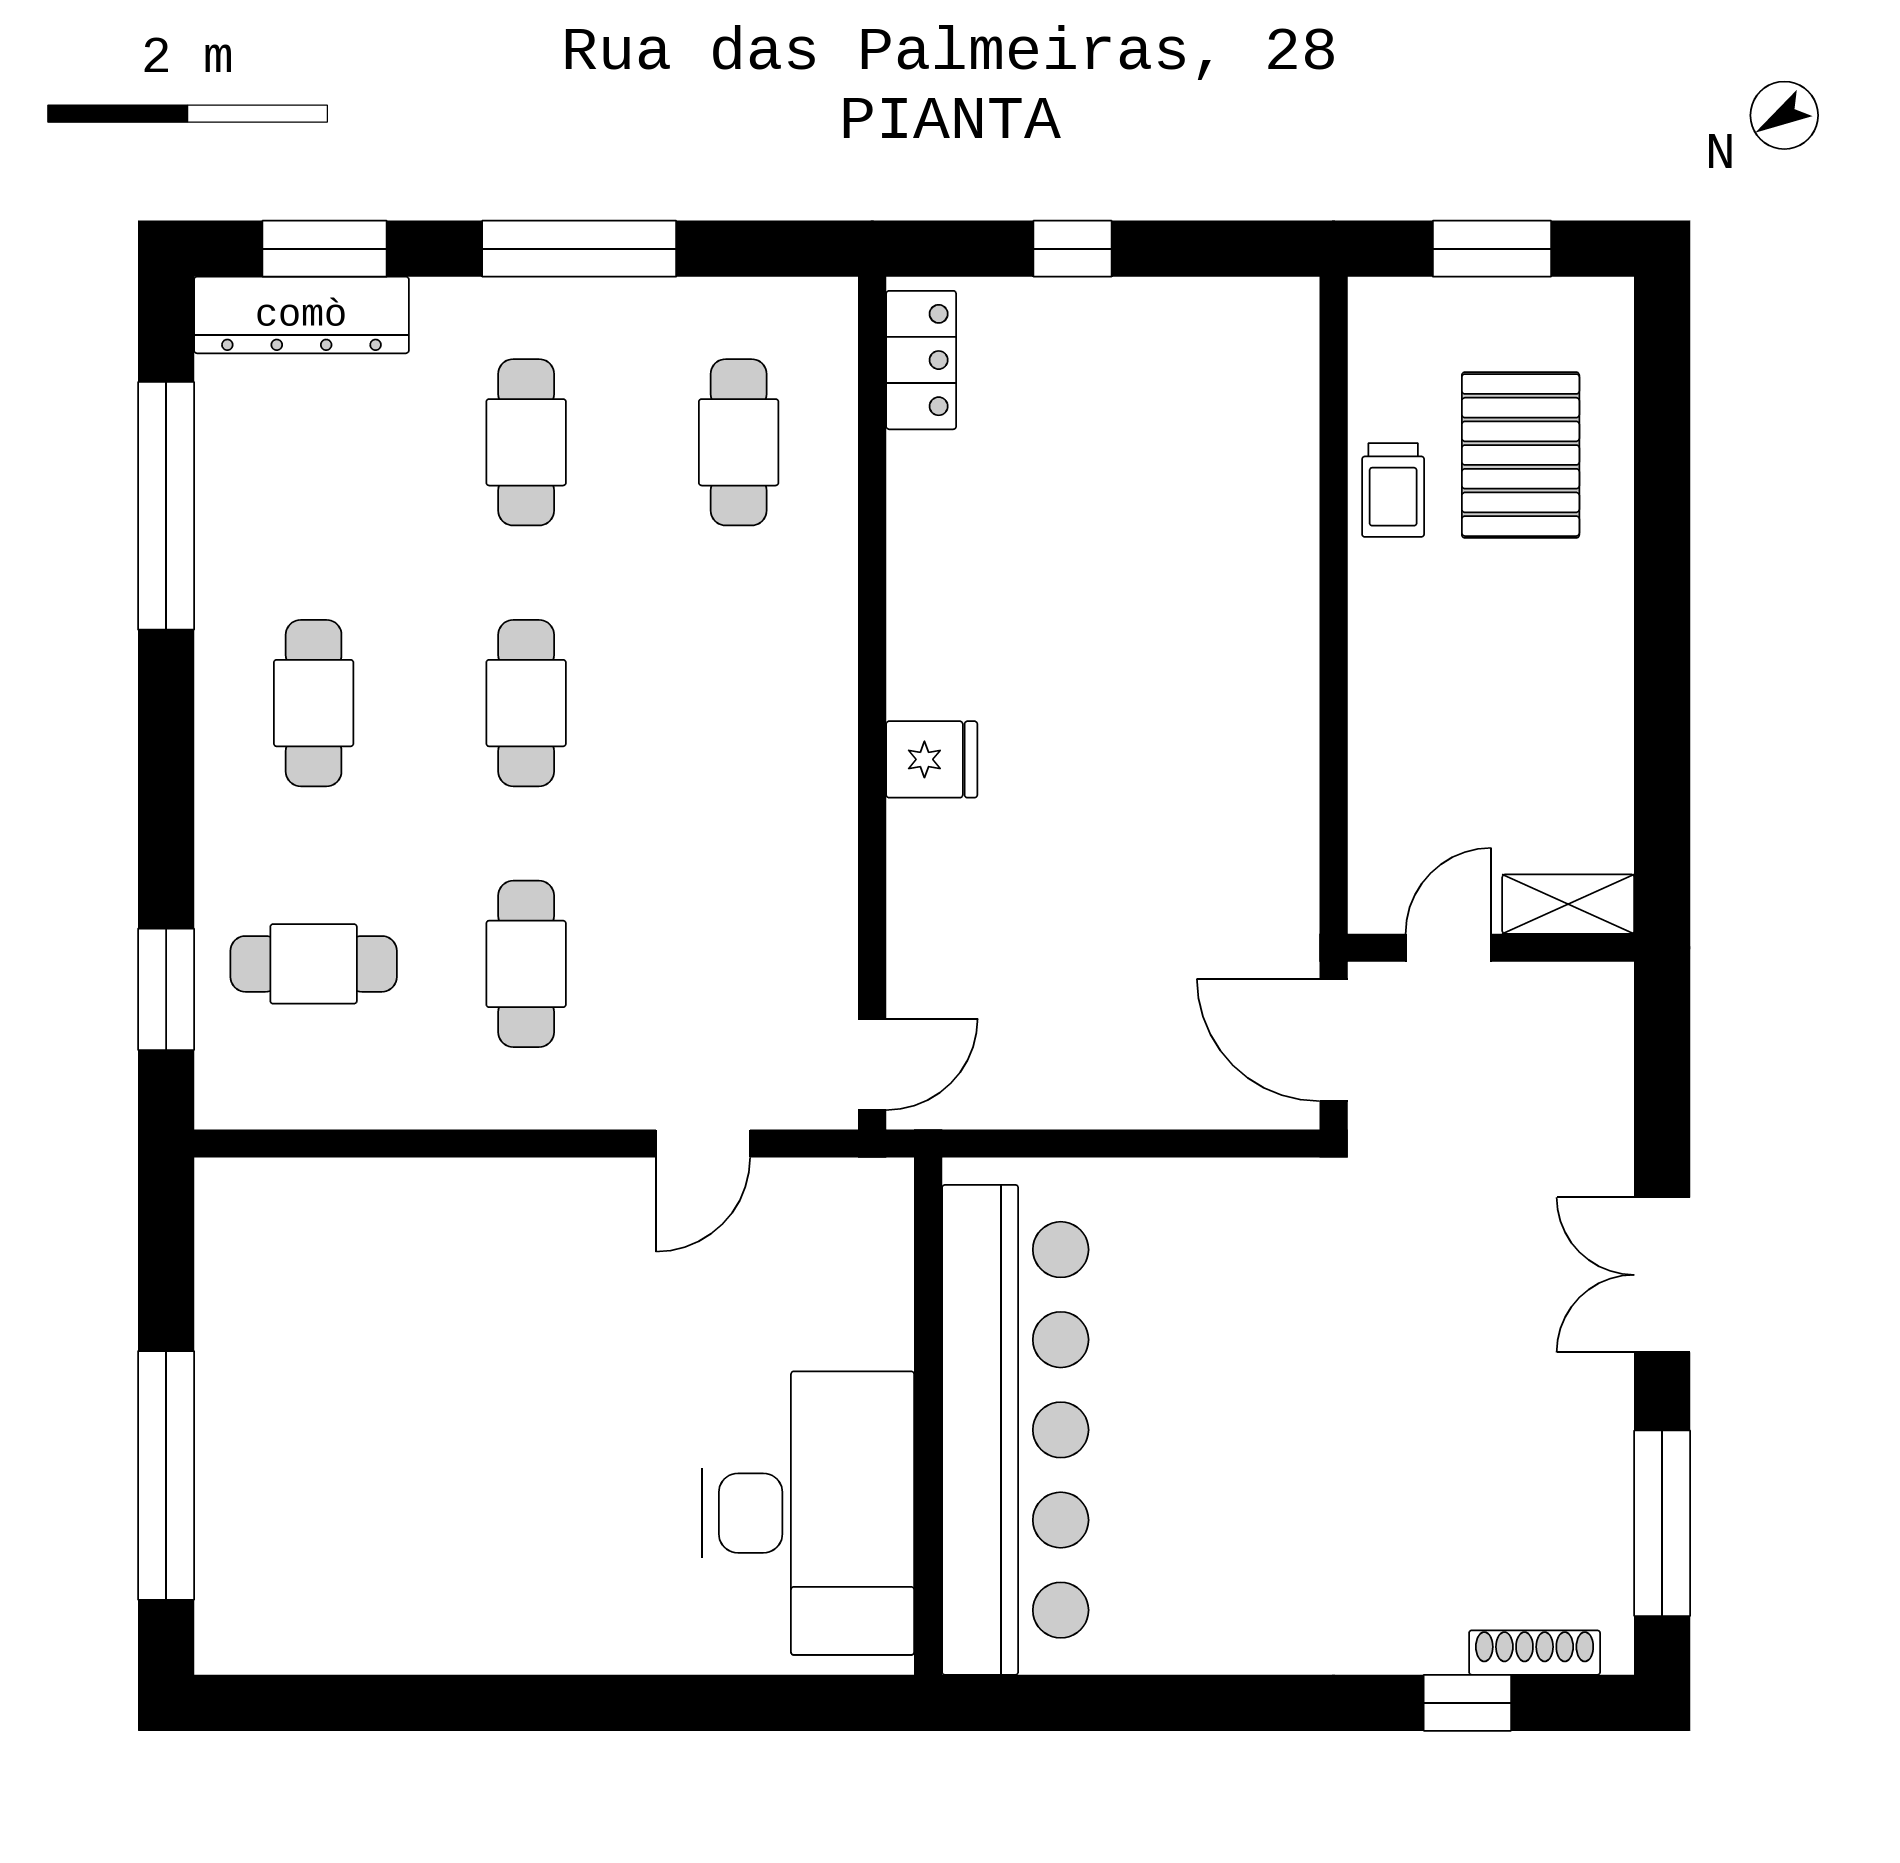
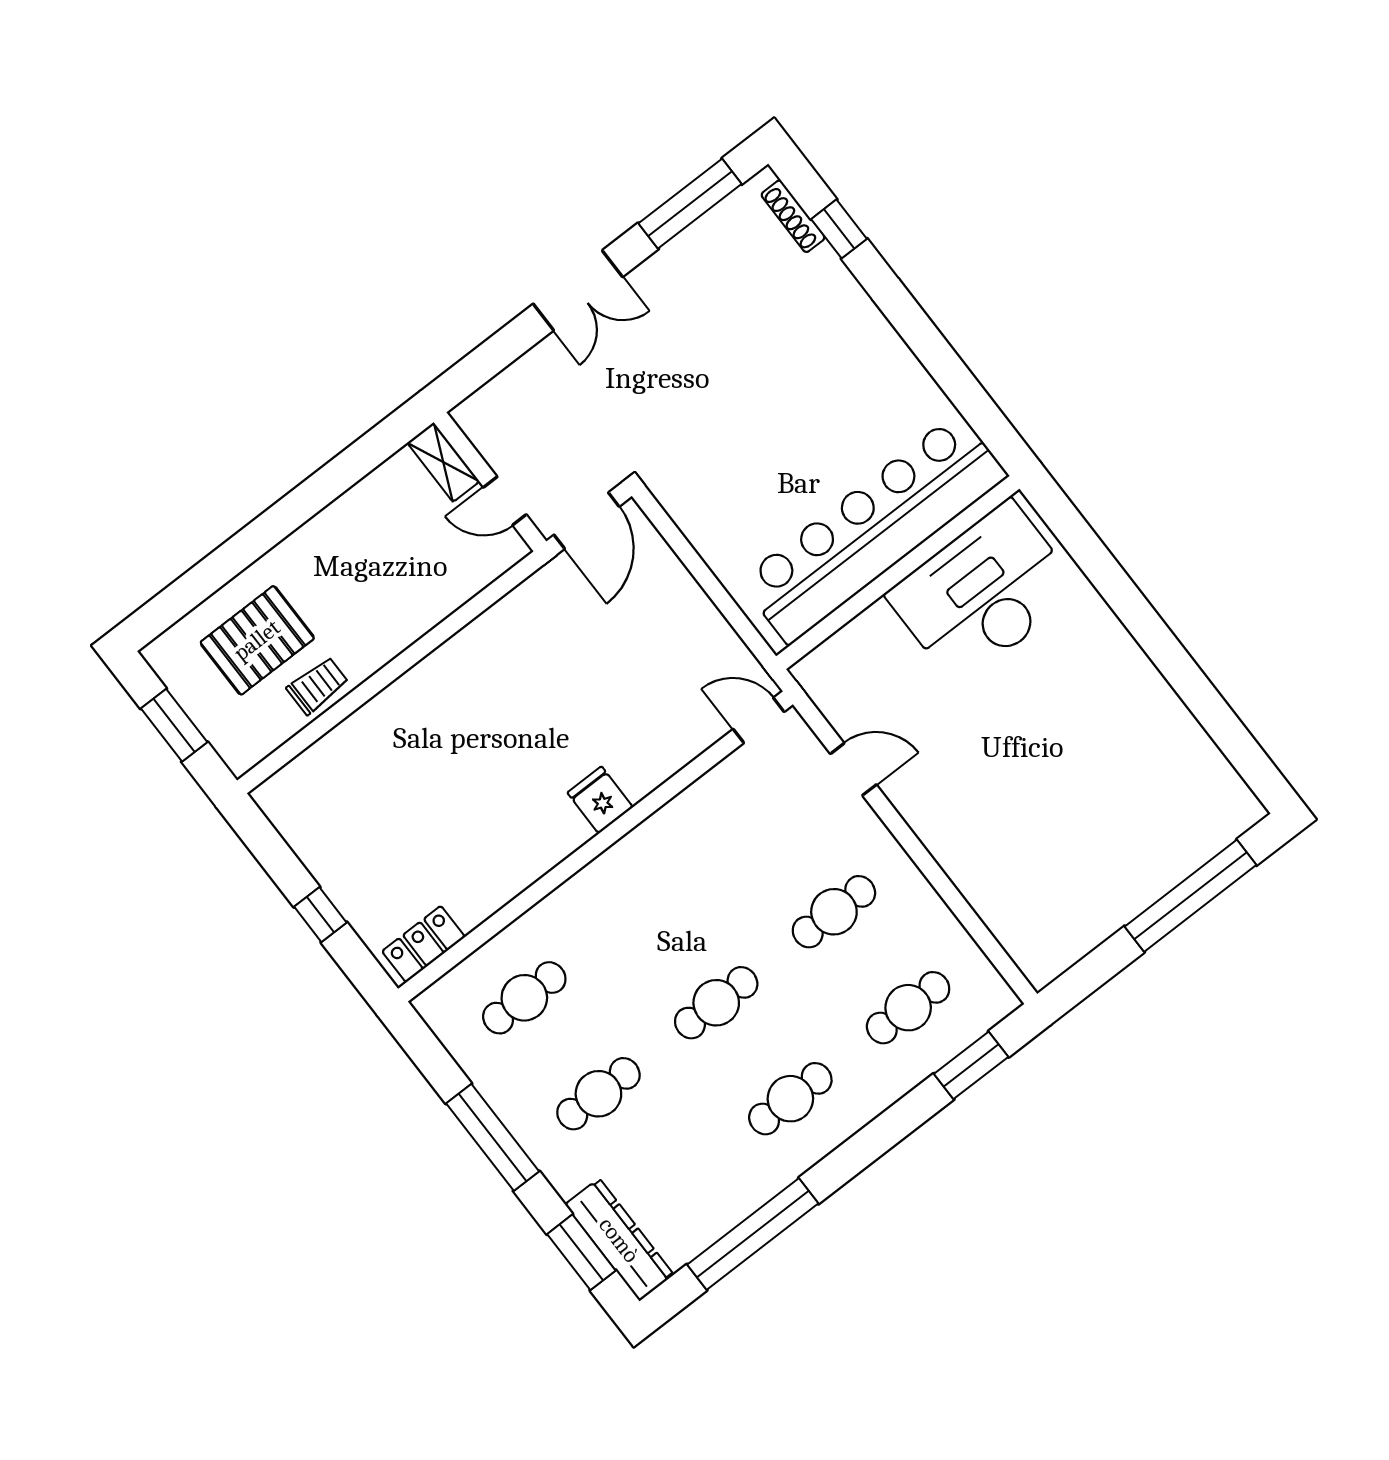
cafe table: (314, 964) -> (908, 1008), turned 90

